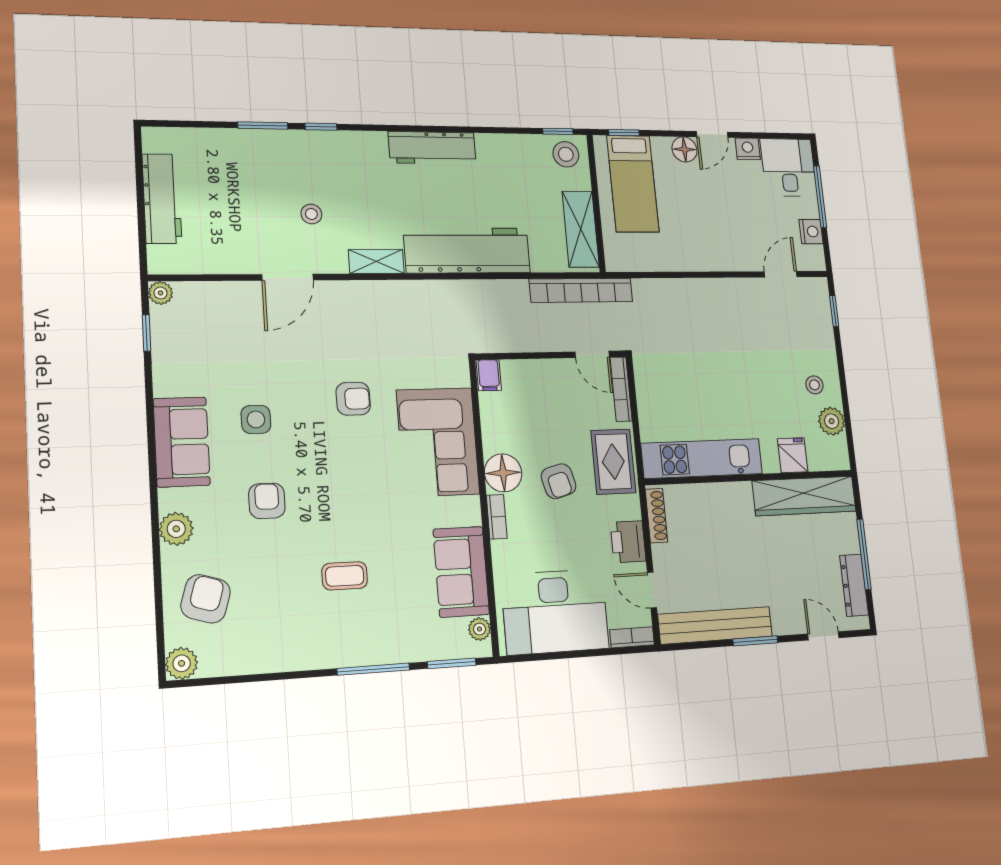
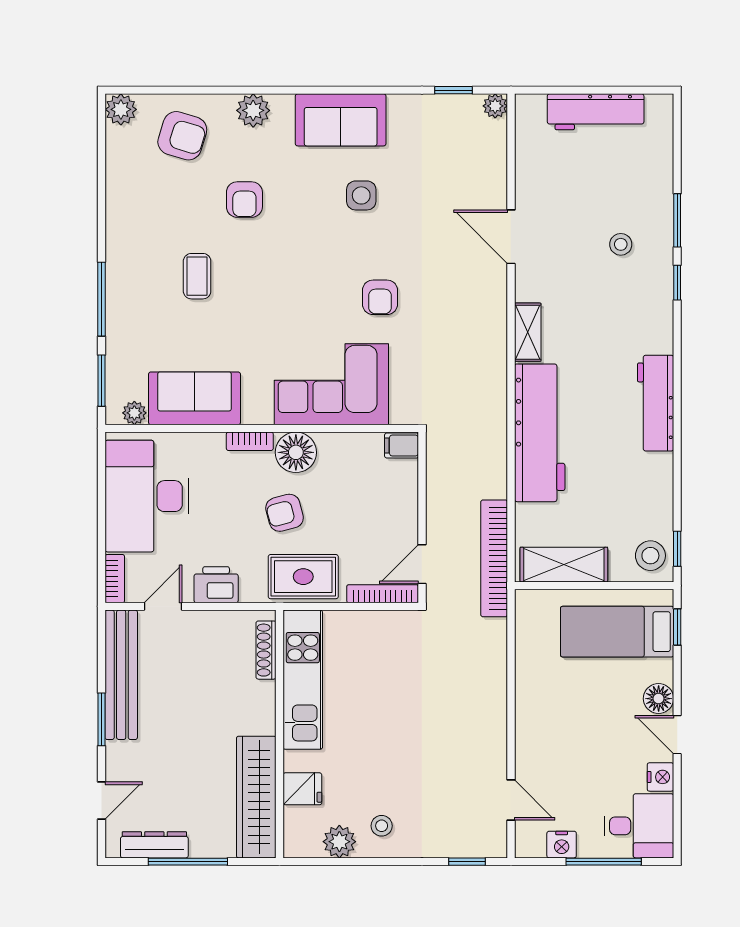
stool: (311, 214) -> (621, 244), moved
armchair: (267, 501) -> (244, 200), moved, turned 90
shoe rack: (656, 516) -> (266, 650), moved, turned 90

